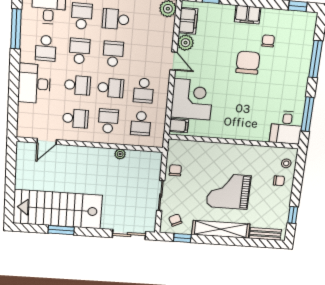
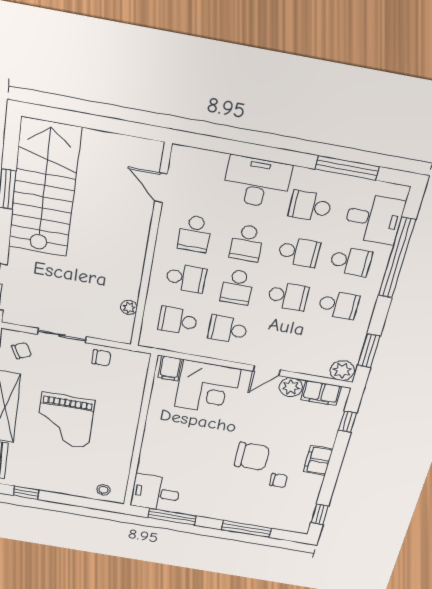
school desk: (116, 19) -> (339, 305), turned 90
plant: (120, 154) -> (129, 308), moved
chair: (279, 181) -> (78, 480), removed
grand piano: (229, 191) -> (65, 421), turned 180

